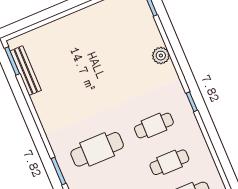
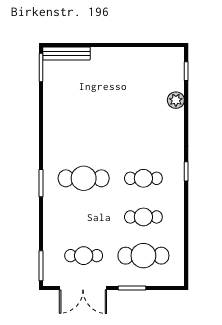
plant: (161, 56) -> (176, 100), moved
bench: (26, 71) -> (66, 53), moved, turned 90

